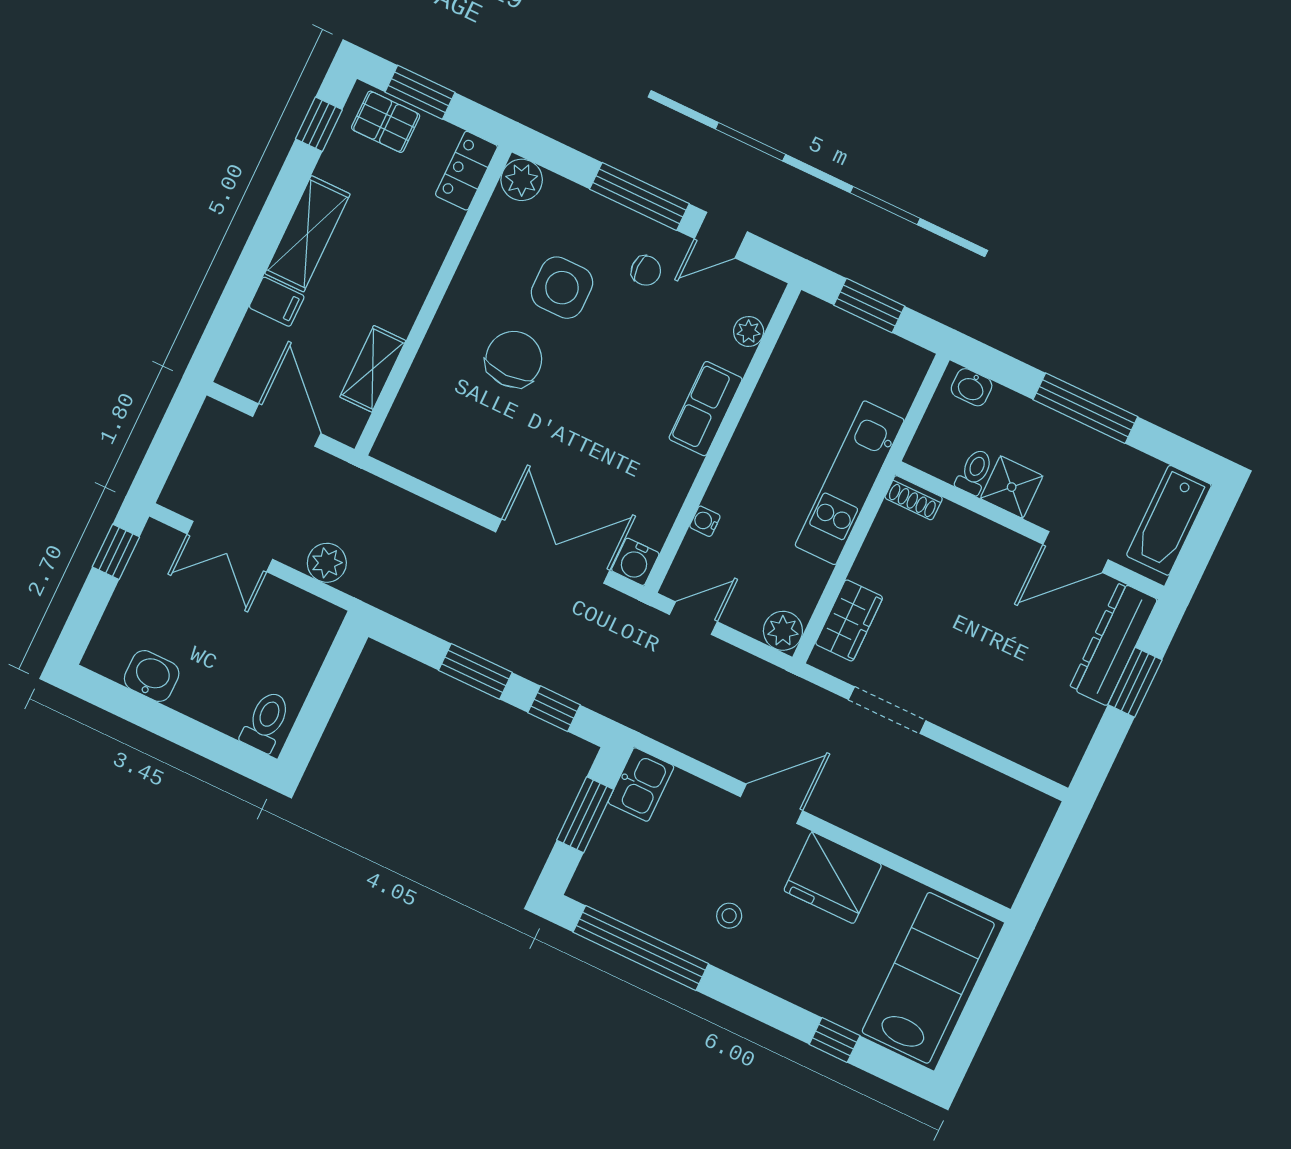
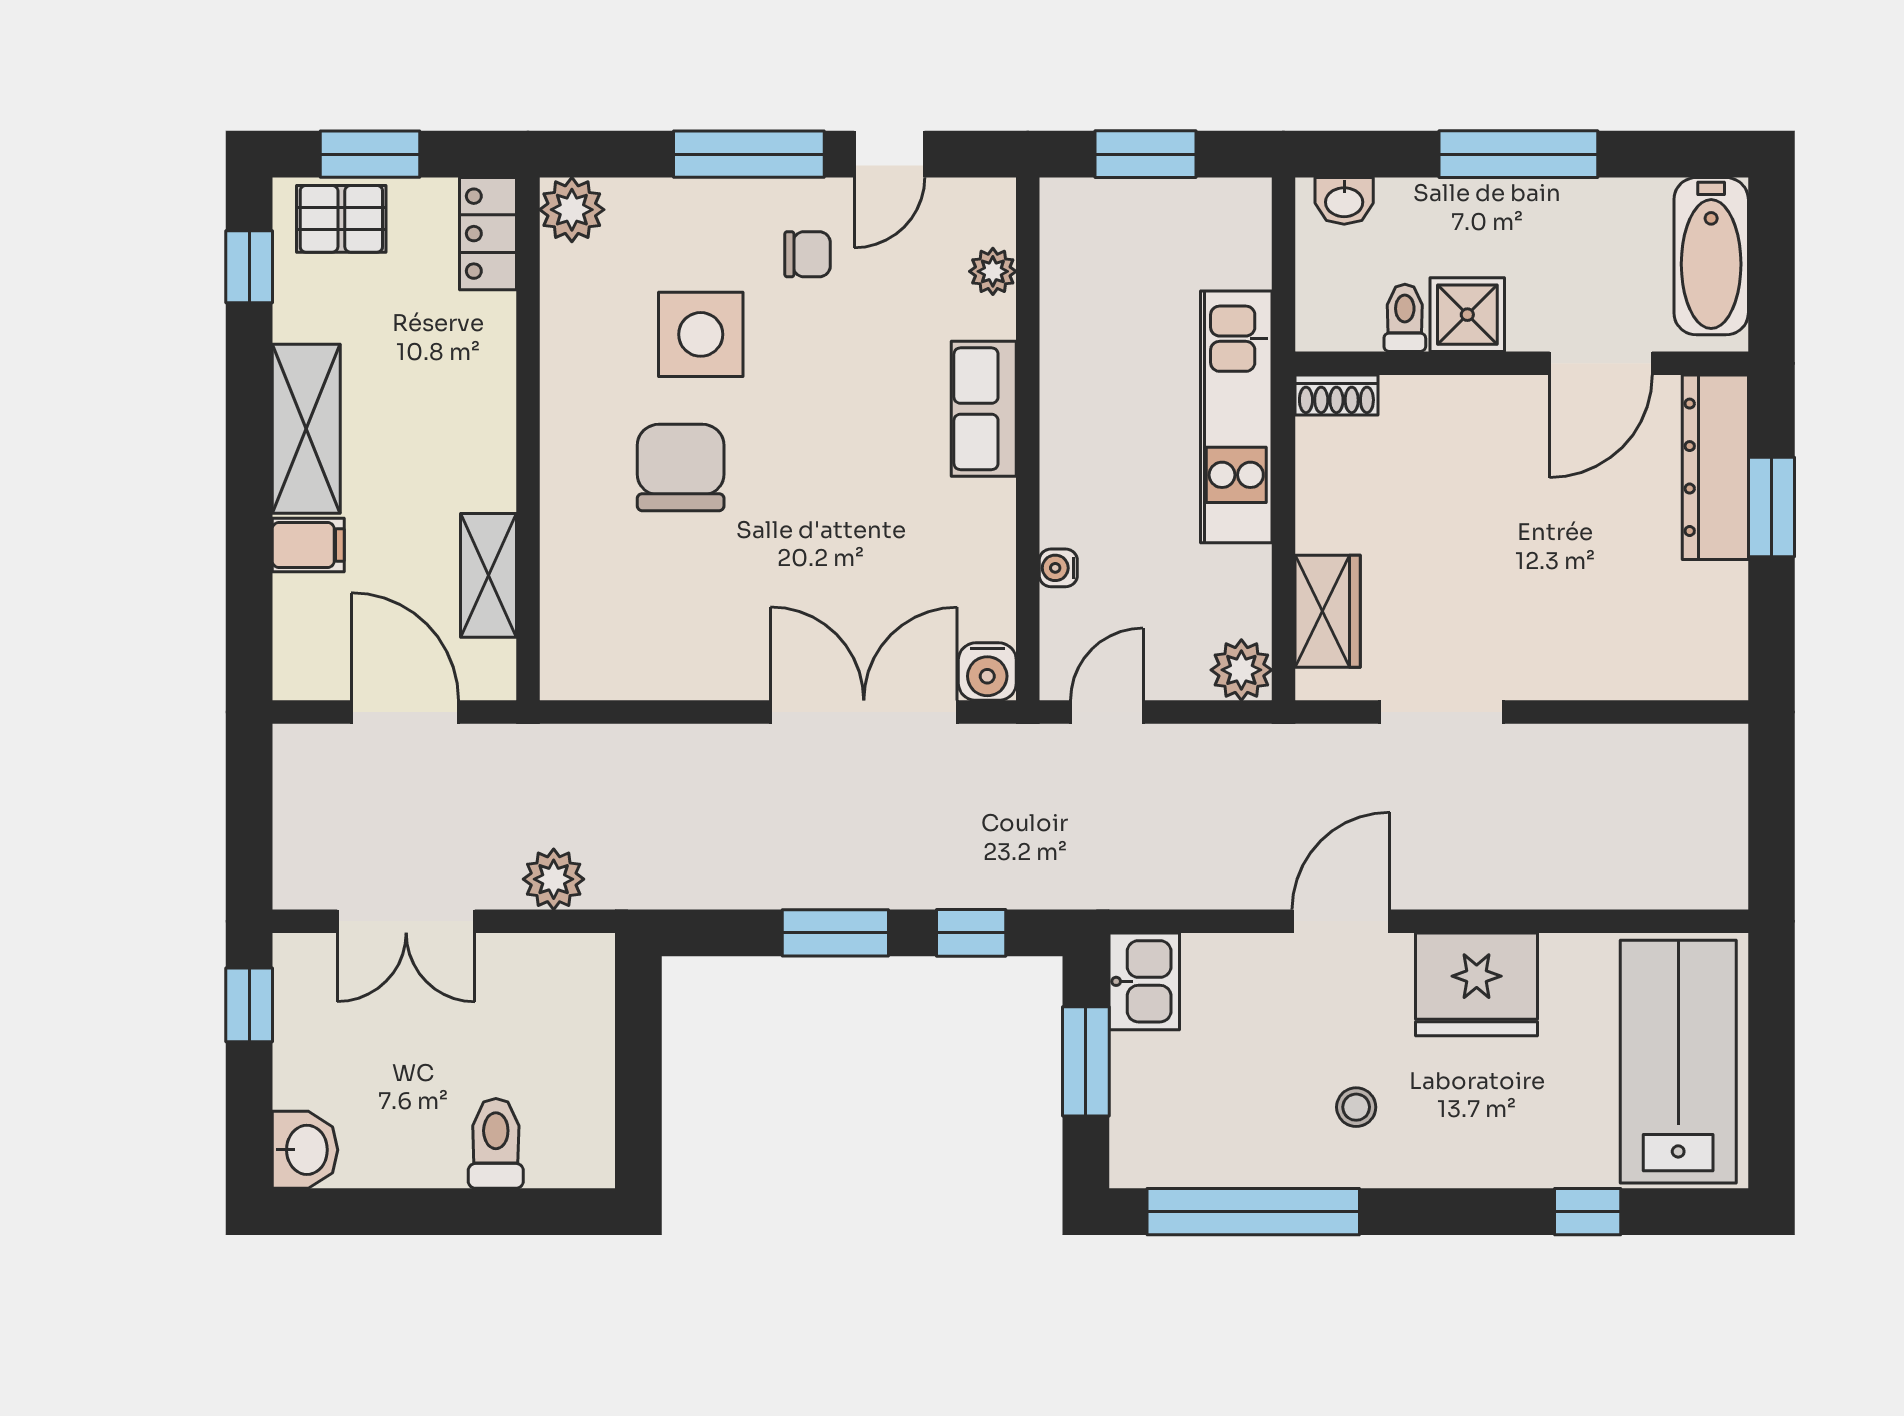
washbasin: (152, 676) -> (305, 1150), moved, turned 90
toilet: (266, 721) -> (496, 1143), moved

